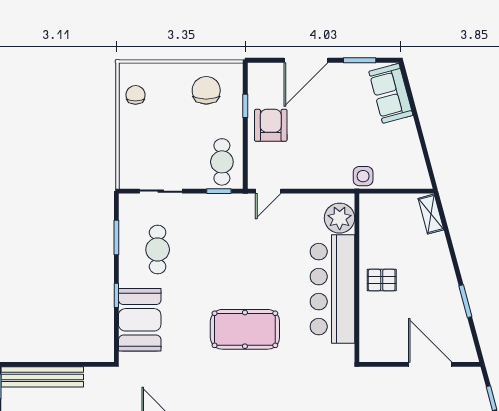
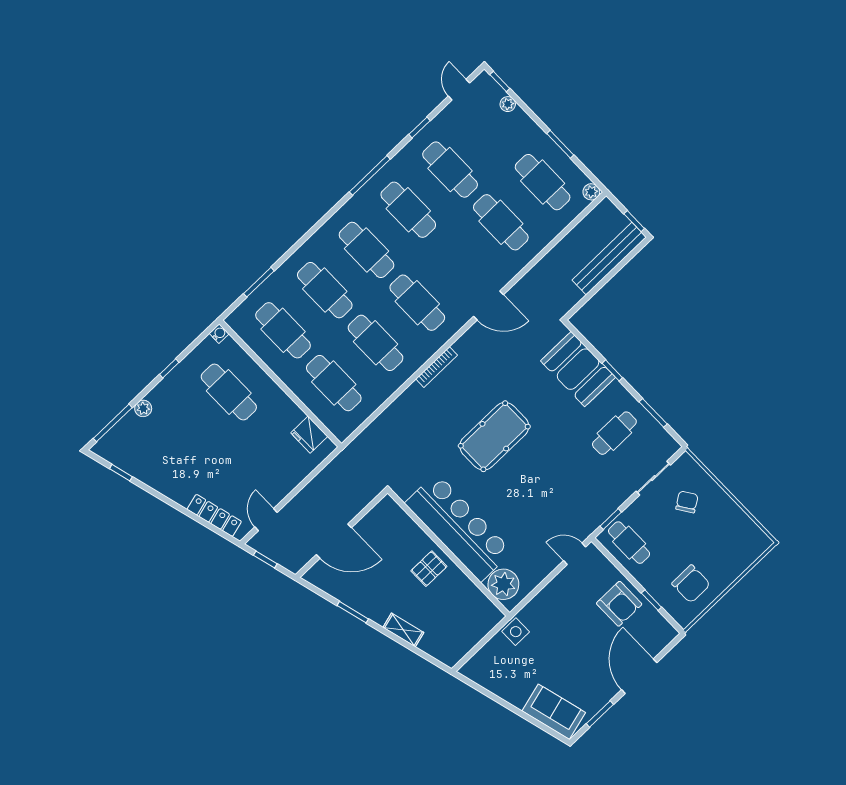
chair: (135, 95) -> (687, 502), moved, turned -124
door: (268, 191) -> (575, 554), hinge flipped
shelving: (431, 214) -> (403, 630), moved
cafe table: (158, 250) -> (614, 433), turned 90

